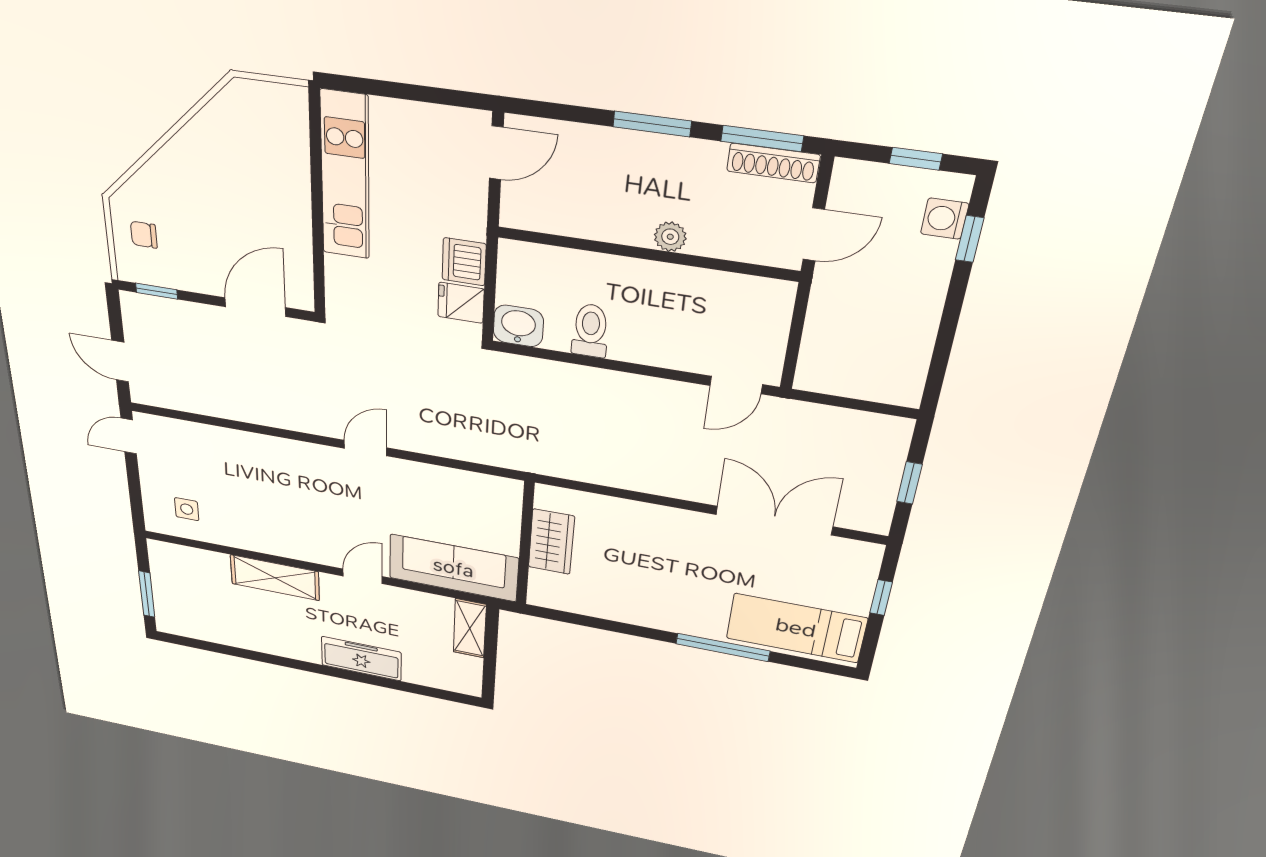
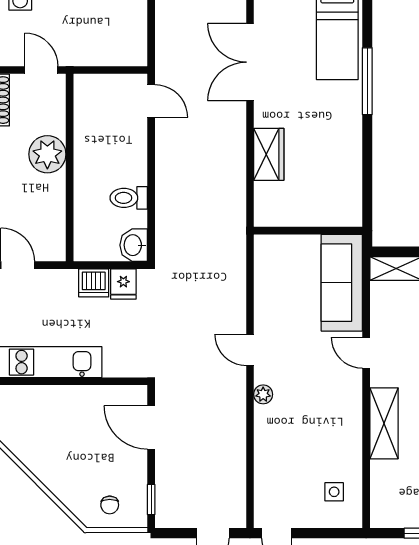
plant: (670, 237) -> (47, 154), width x1.88, depth x1.88
plant: (306, 453) -> (263, 394), added
wardrobe: (551, 542) -> (269, 154), moved, turned 90

